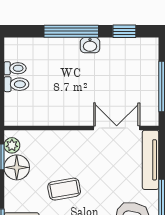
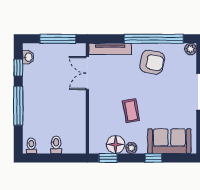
washbasin: (90, 45) -> (28, 57), moved
toilet: (15, 68) -> (31, 146), moved
plant: (12, 145) -> (131, 148), moved

